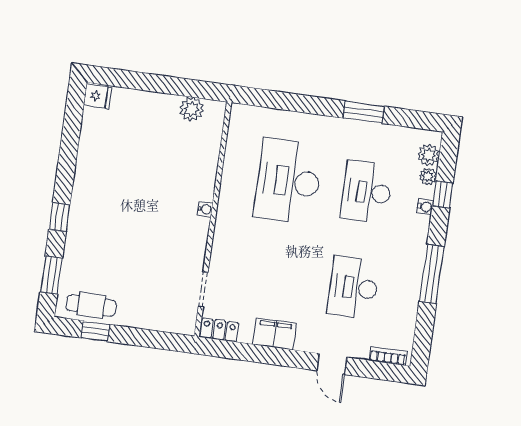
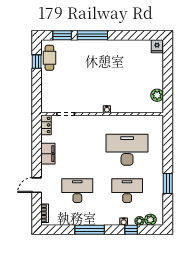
window: (59, 217) -> (92, 35), width x2.17

